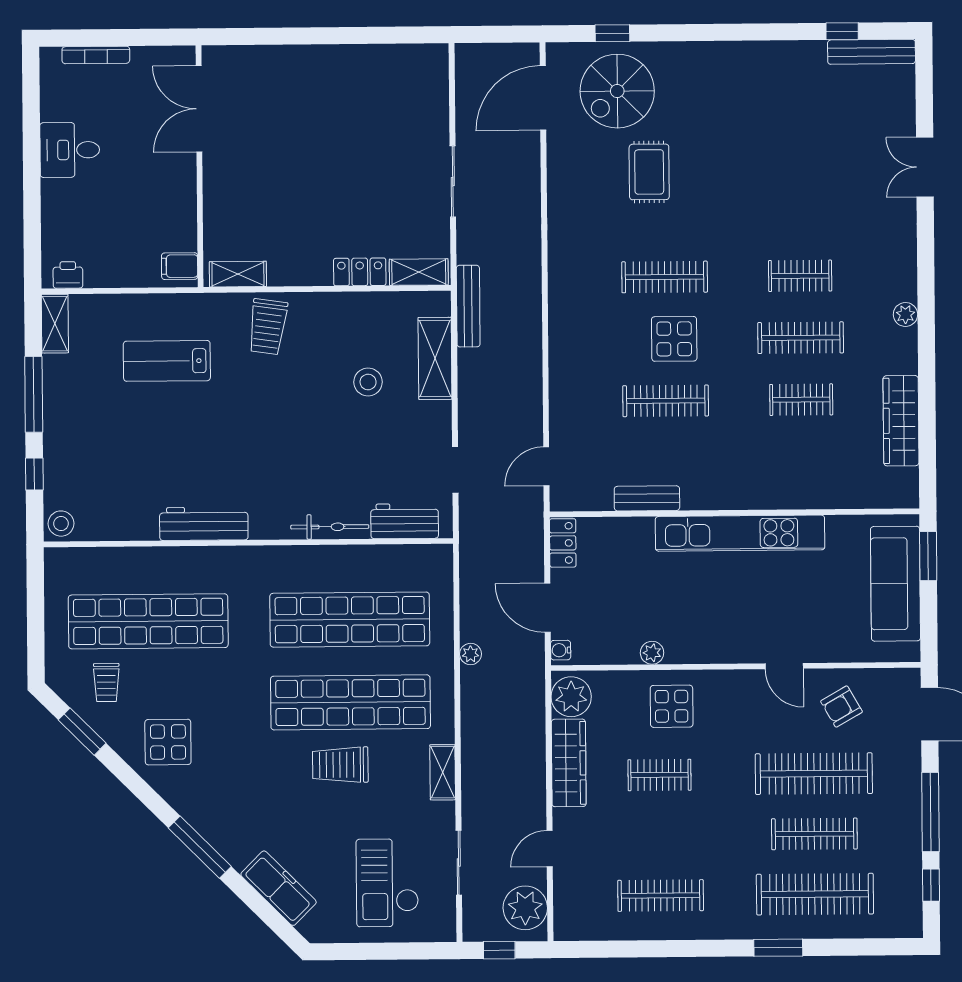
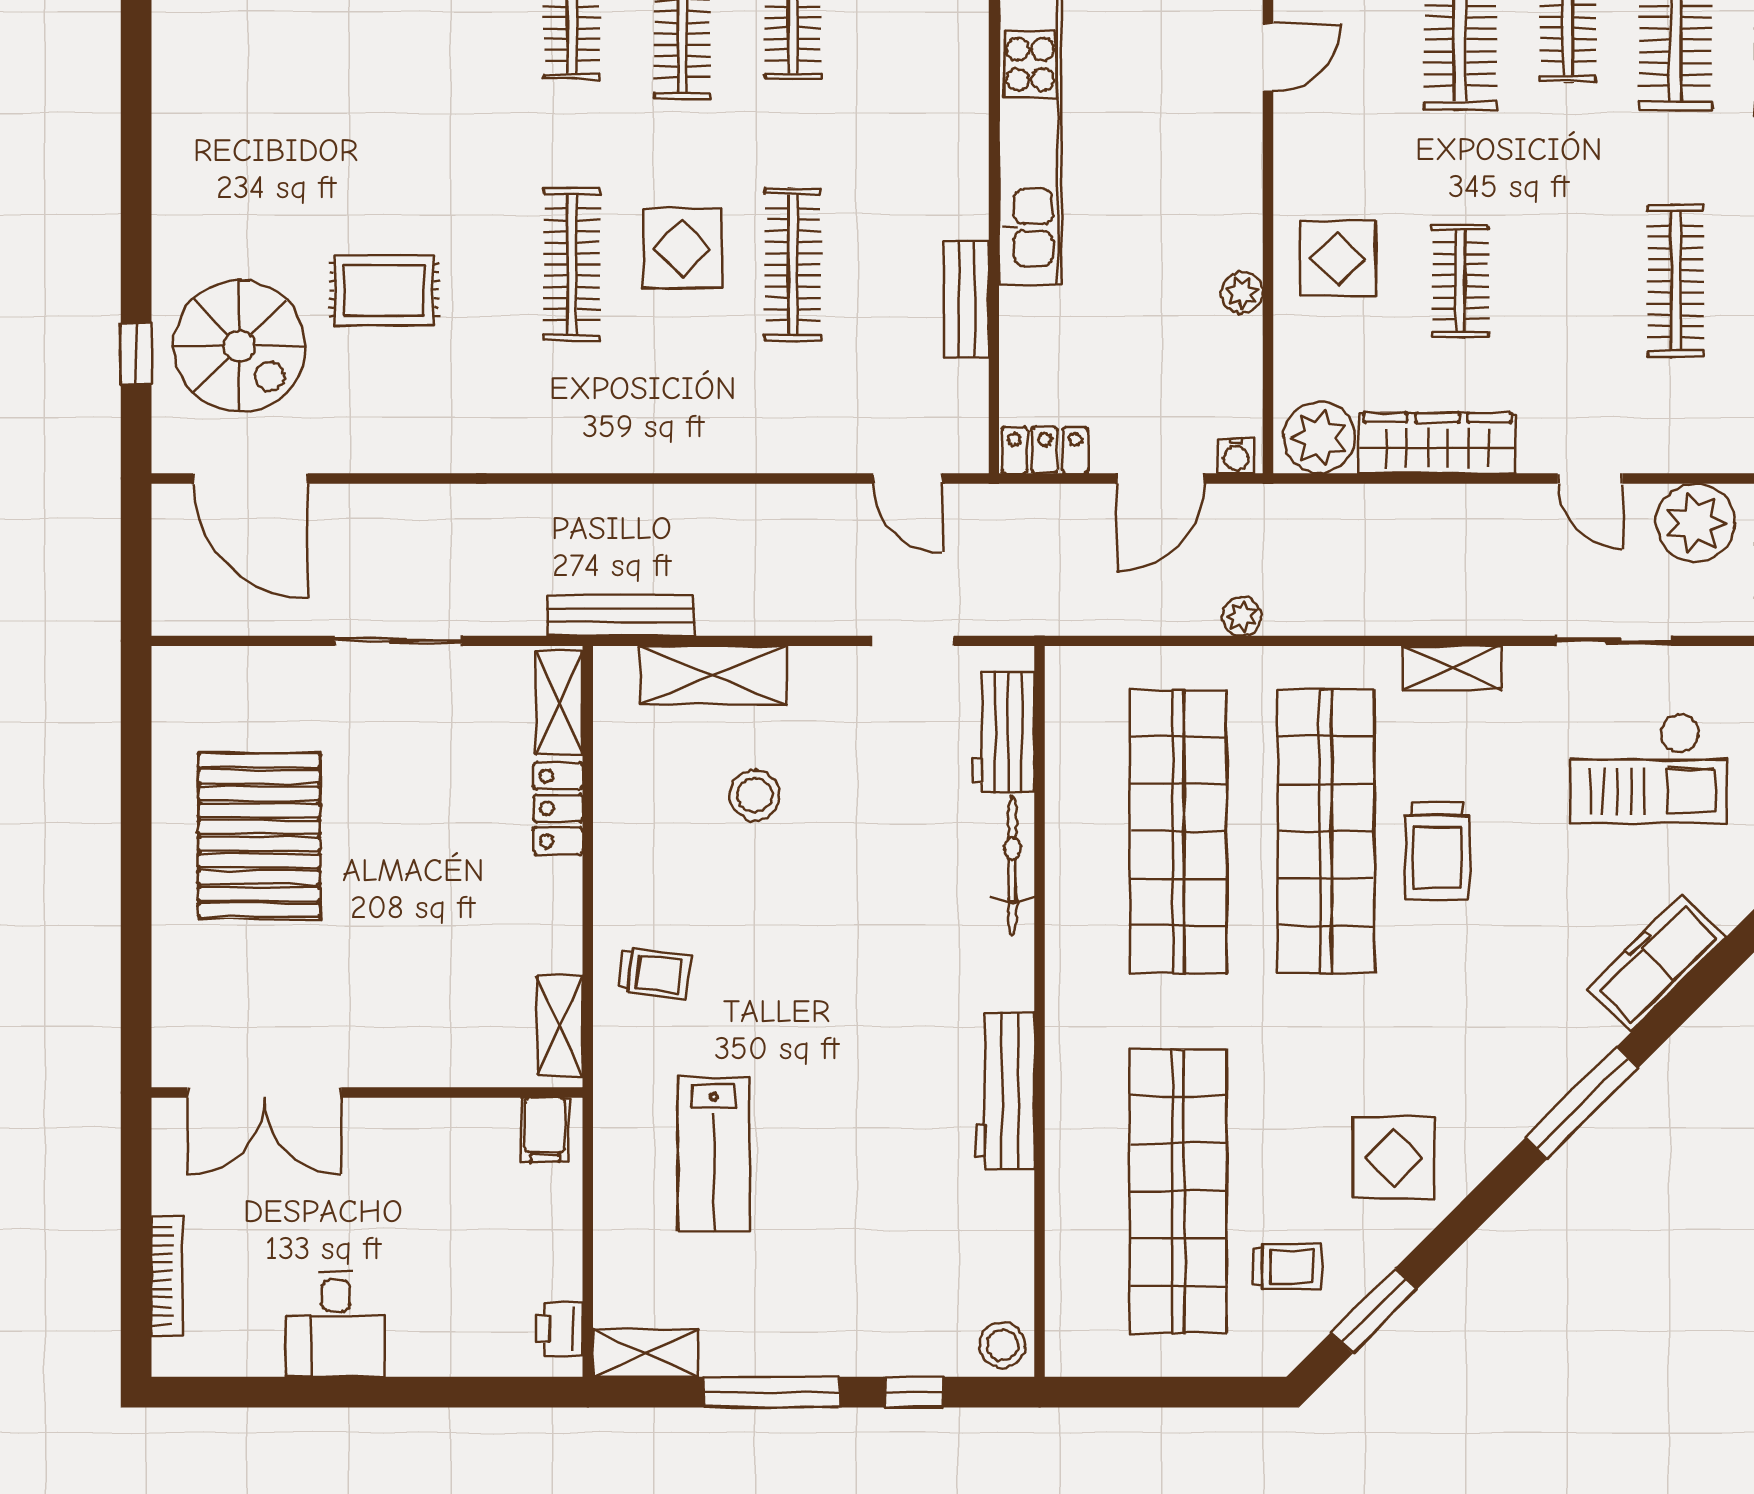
pallet: (343, 105) -> (259, 836), added
trolley: (268, 327) -> (654, 973), width x0.73, depth x0.72

